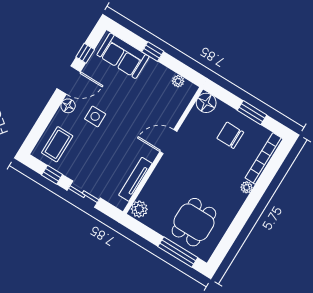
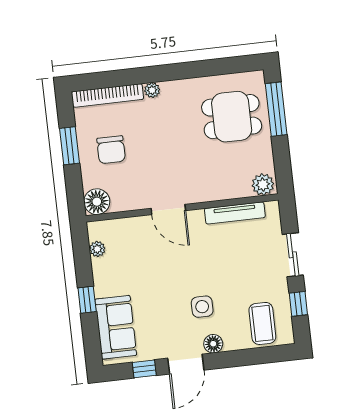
door: (69, 80) -> (186, 364), swing flipped
coffee table: (57, 144) -> (262, 323), turned 90

